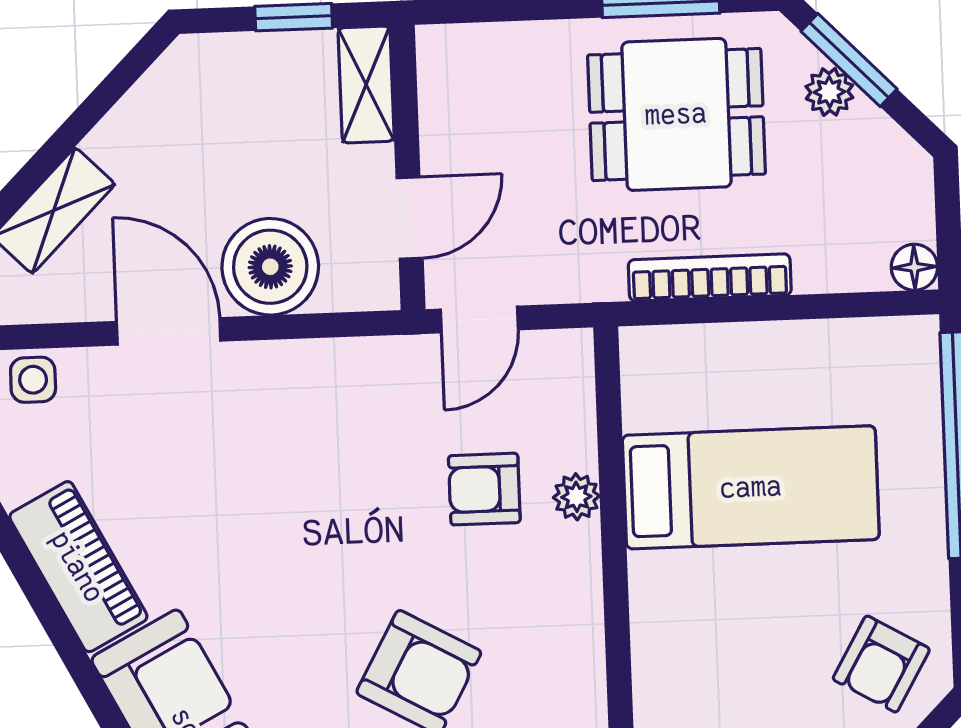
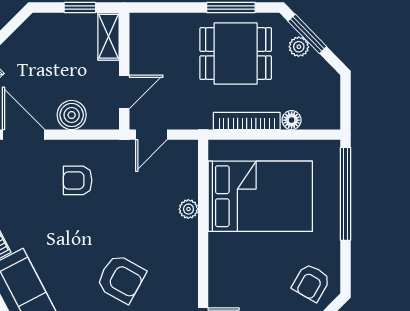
boiler: (270, 267) -> (72, 115), width x0.73, depth x0.73
floor lamp: (914, 267) -> (292, 120), moved
bed: (751, 487) -> (260, 196), width x1.50
armchair: (484, 489) -> (78, 180), moved

